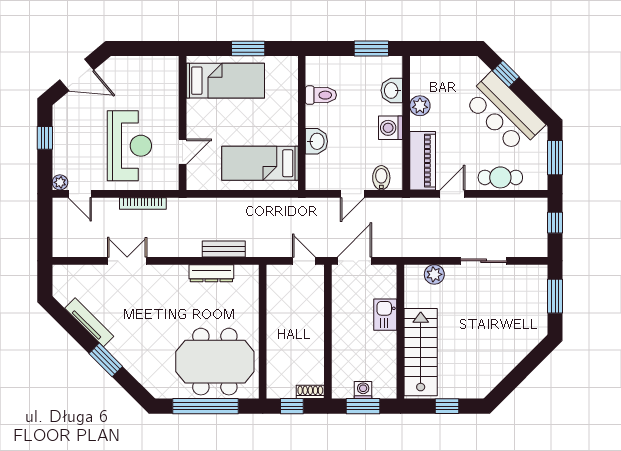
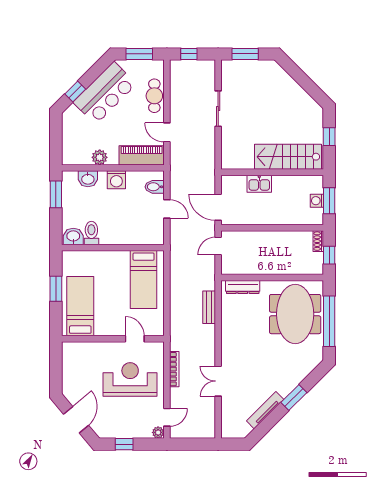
washbasin: (316, 141) -> (73, 236), moved
dresser: (211, 273) -> (243, 287), moved, turned 90
plant: (434, 274) -> (229, 146), removed

